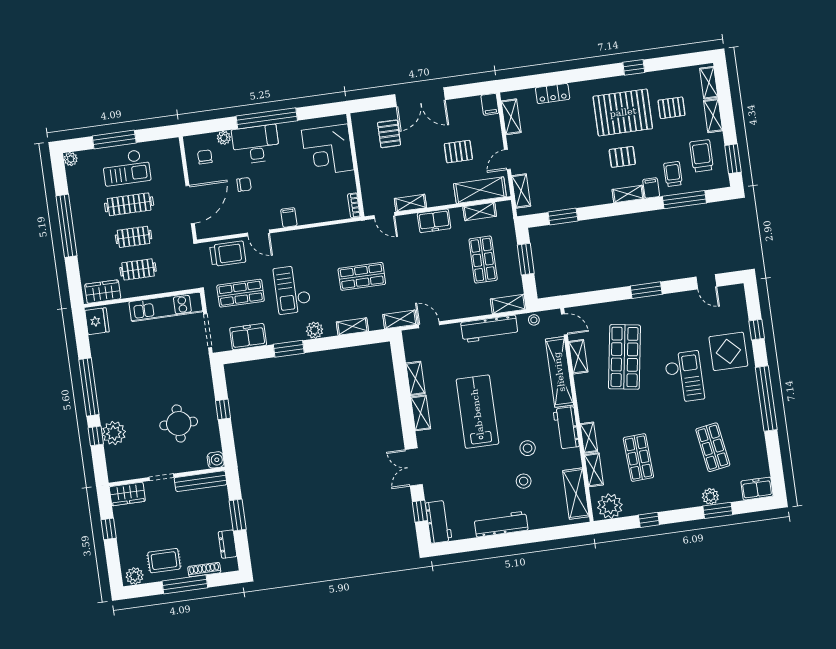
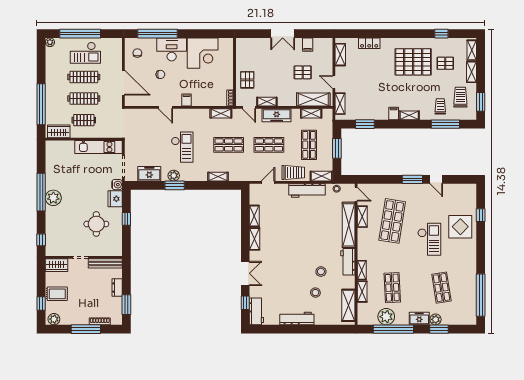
window: (634, 67) -> (441, 34), moved
double door: (420, 97) -> (283, 34), width x0.73
filing cabinet: (490, 104) -> (308, 45), moved
window: (267, 118) -> (157, 34), moved
pallet: (389, 134) -> (247, 80), moved
plant: (224, 138) -> (151, 42), removed
window: (114, 140) -> (80, 34), width x1.46
corner desk: (328, 150) -> (203, 53), moved, turned -90
pallet: (622, 157) -> (409, 91), removed
door: (507, 160) -> (334, 82), hinge flipped
filing cabinet: (651, 188) -> (394, 113), moved
door: (190, 205) -> (123, 83), hinge flipped
freezer: (434, 221) -> (277, 115), width x1.40
window: (67, 226) -> (41, 104), moved
clothes rail: (134, 237) -> (84, 99), width x1.36
trolley: (228, 254) -> (293, 173), moved
door: (706, 282) -> (436, 179), moved
checkout: (292, 290) -> (182, 147), turned 180
shop shelf: (241, 293) -> (269, 145), moved
shelving: (400, 319) -> (221, 113), moved
fridge: (97, 321) -> (115, 199), moved, turned 180
door: (429, 325) -> (268, 182), hinge flipped
plant: (315, 330) -> (174, 176), moved
window: (766, 398) -> (481, 295), moved
lab bench: (477, 412) -> (292, 243), removed
plant: (114, 433) -> (53, 198), moved
window: (96, 436) -> (41, 240), moved
water cooler: (216, 460) -> (117, 185), moved
double door: (414, 467) -> (245, 273), swing flipped
freezer: (757, 489) -> (419, 318), moved
plant: (610, 506) -> (386, 317), moved
window: (238, 515) -> (126, 305), moved
window: (649, 520) -> (393, 329), width x3.17
window: (109, 529) -> (41, 303), moved
dresser: (227, 544) -> (117, 288), moved
rug: (164, 561) -> (57, 294), moved

